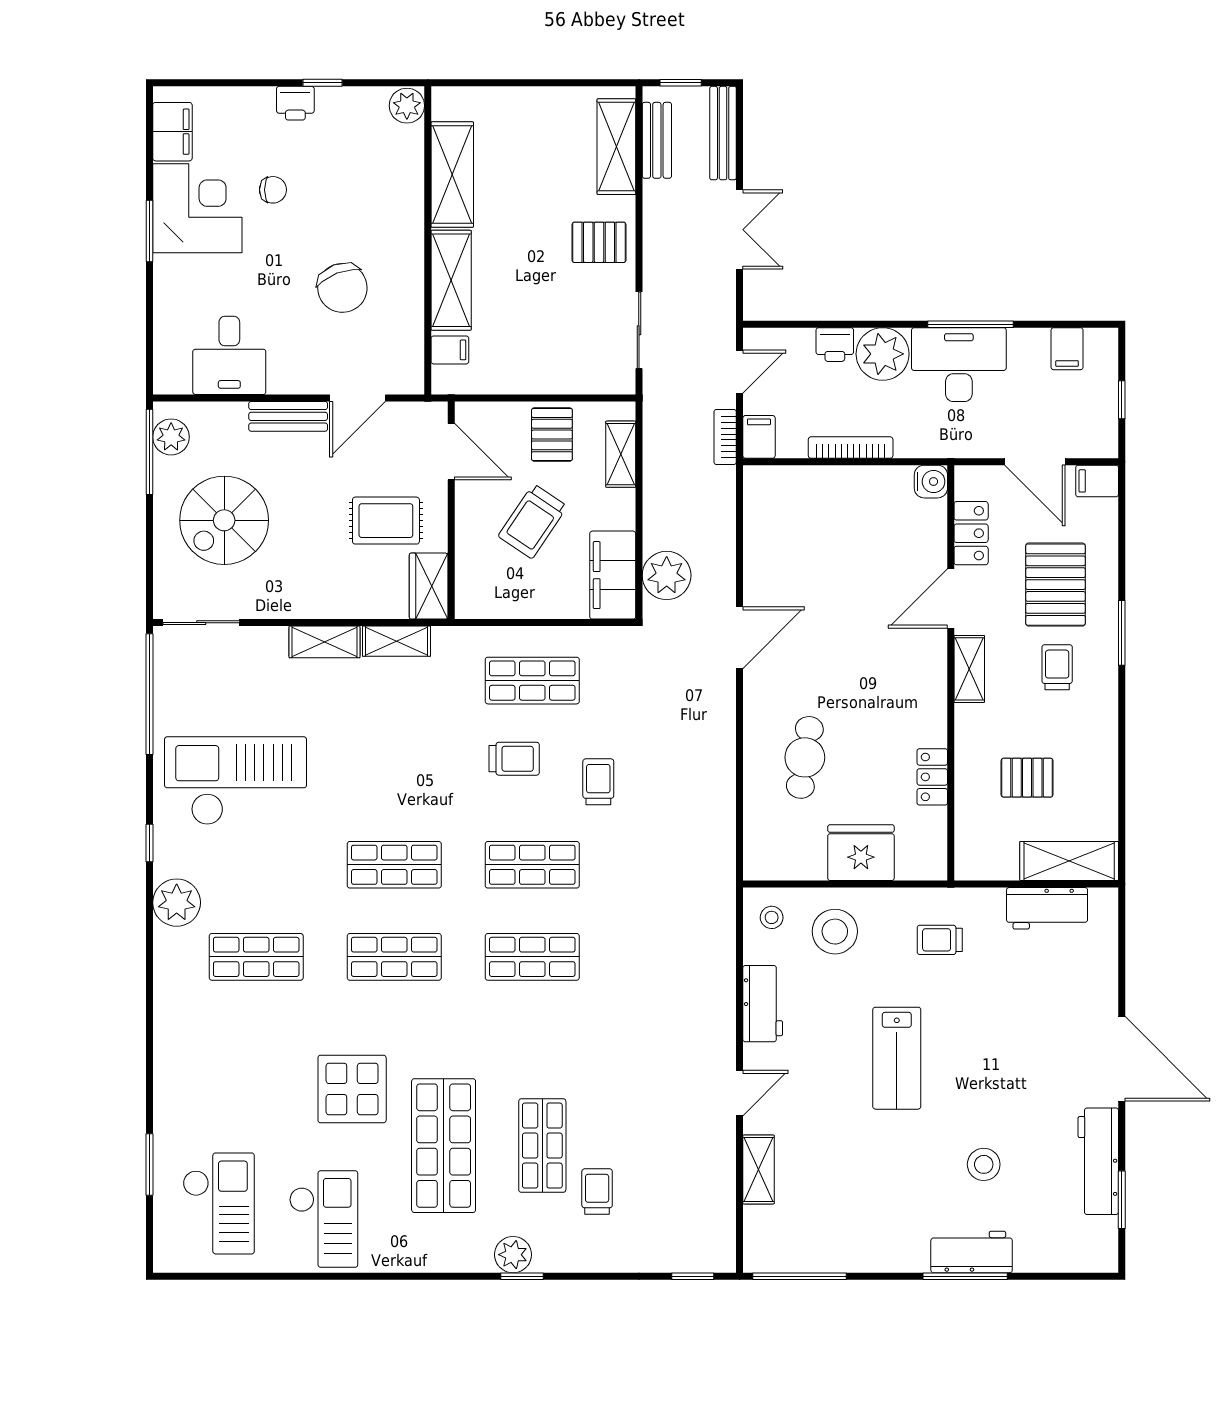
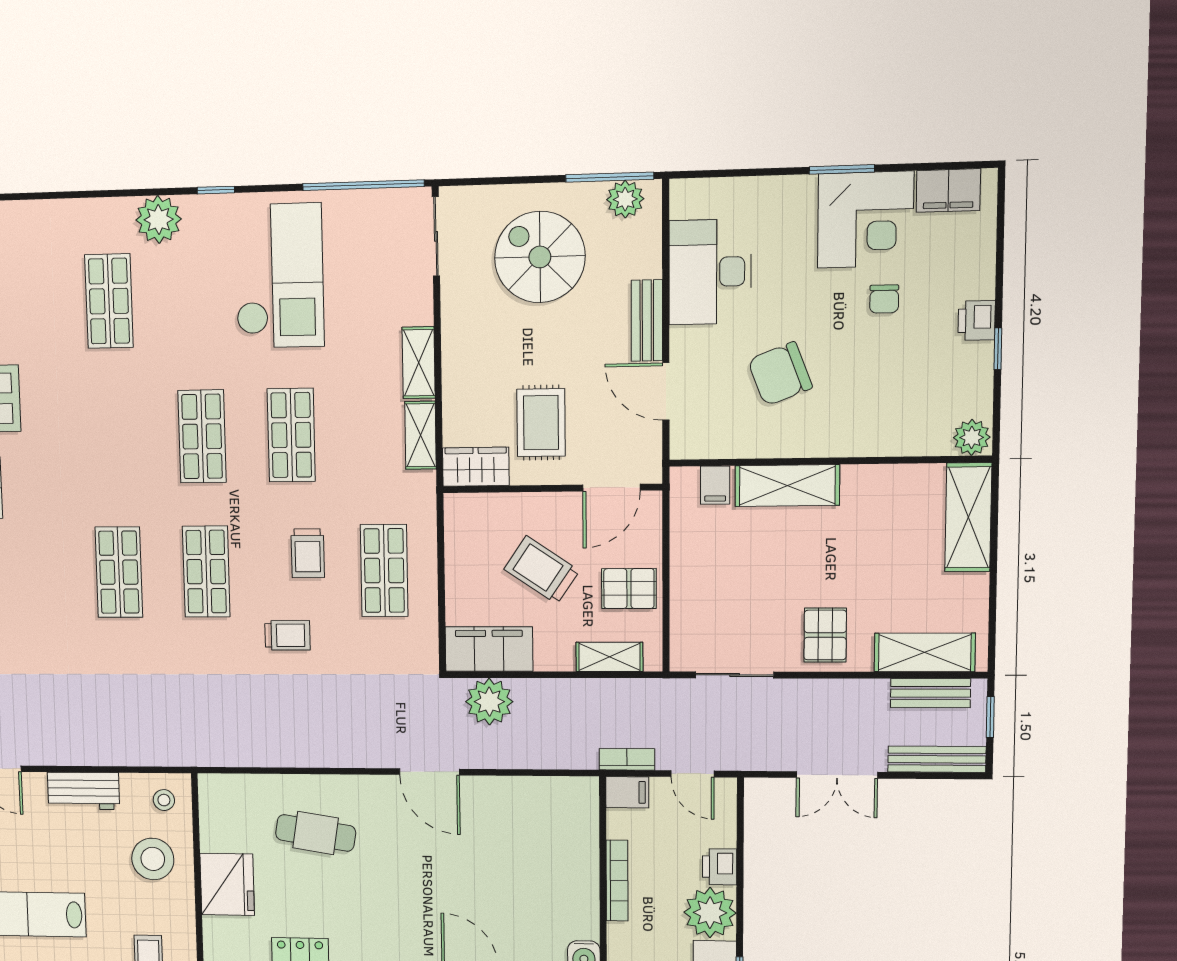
shelving: (452, 175) -> (968, 517), moved, turned 90
desk: (229, 355) -> (710, 272), width x1.37
shop shelf: (394, 957) -> (291, 435), moved

